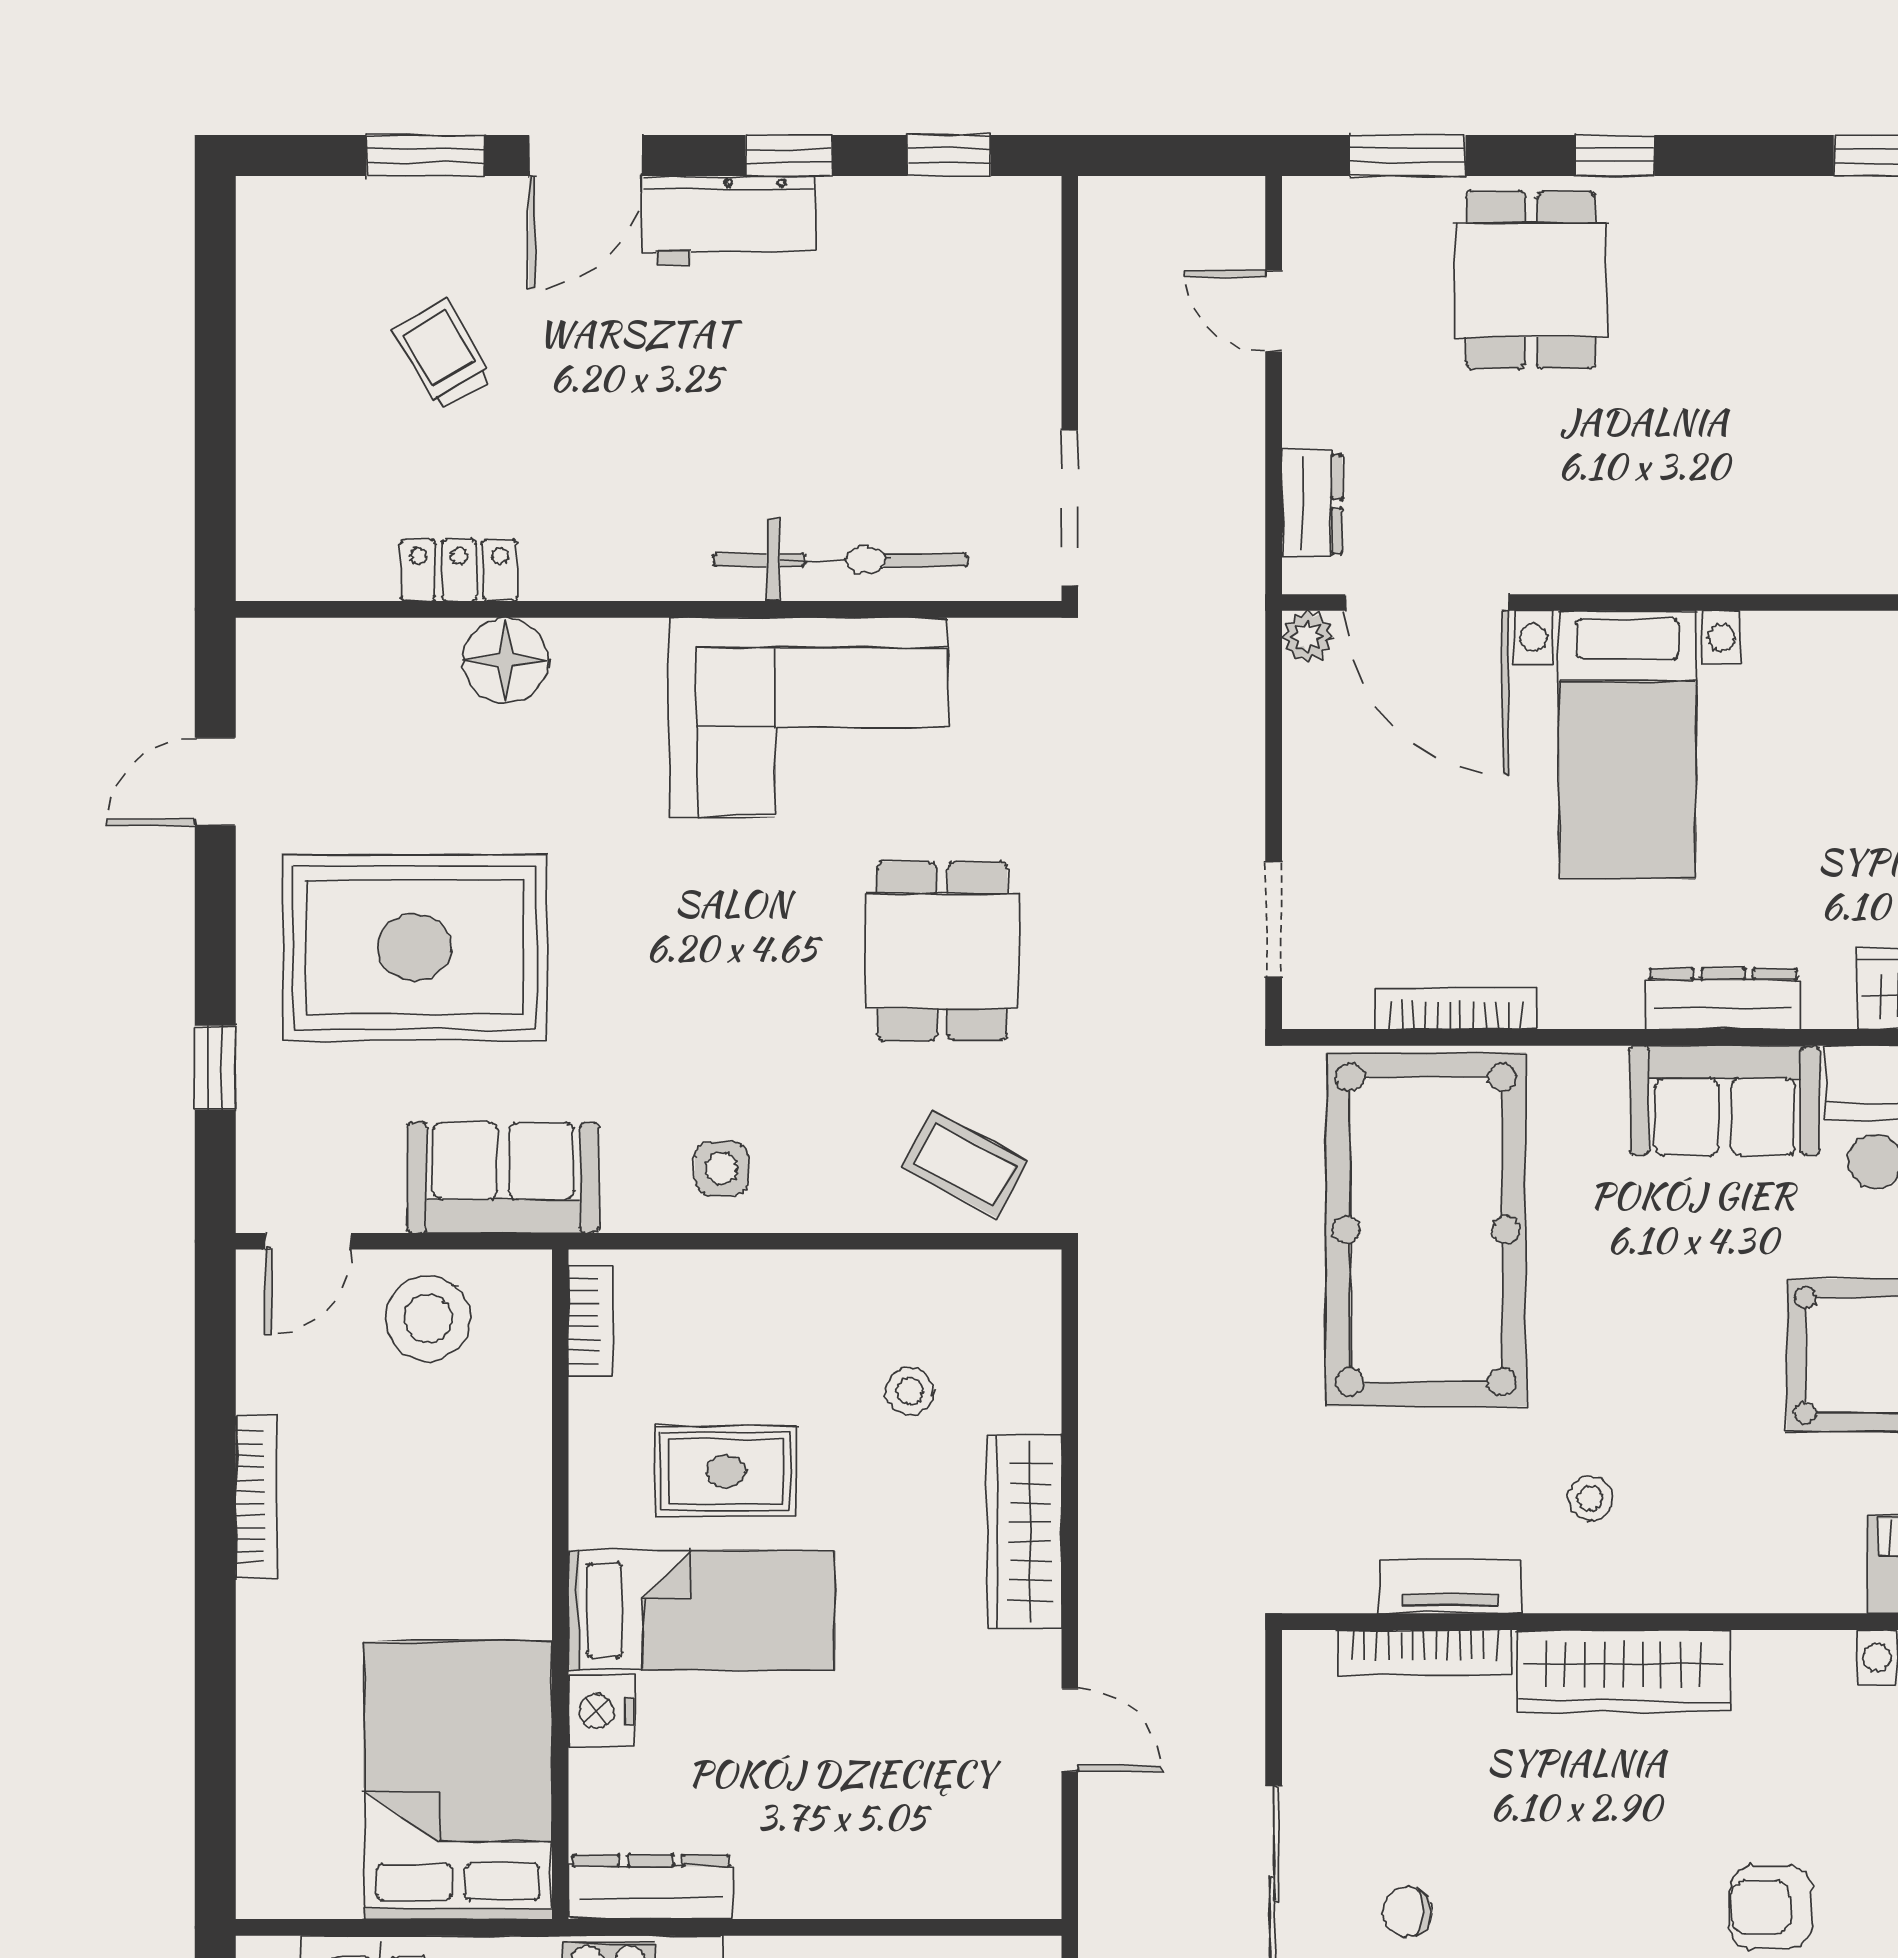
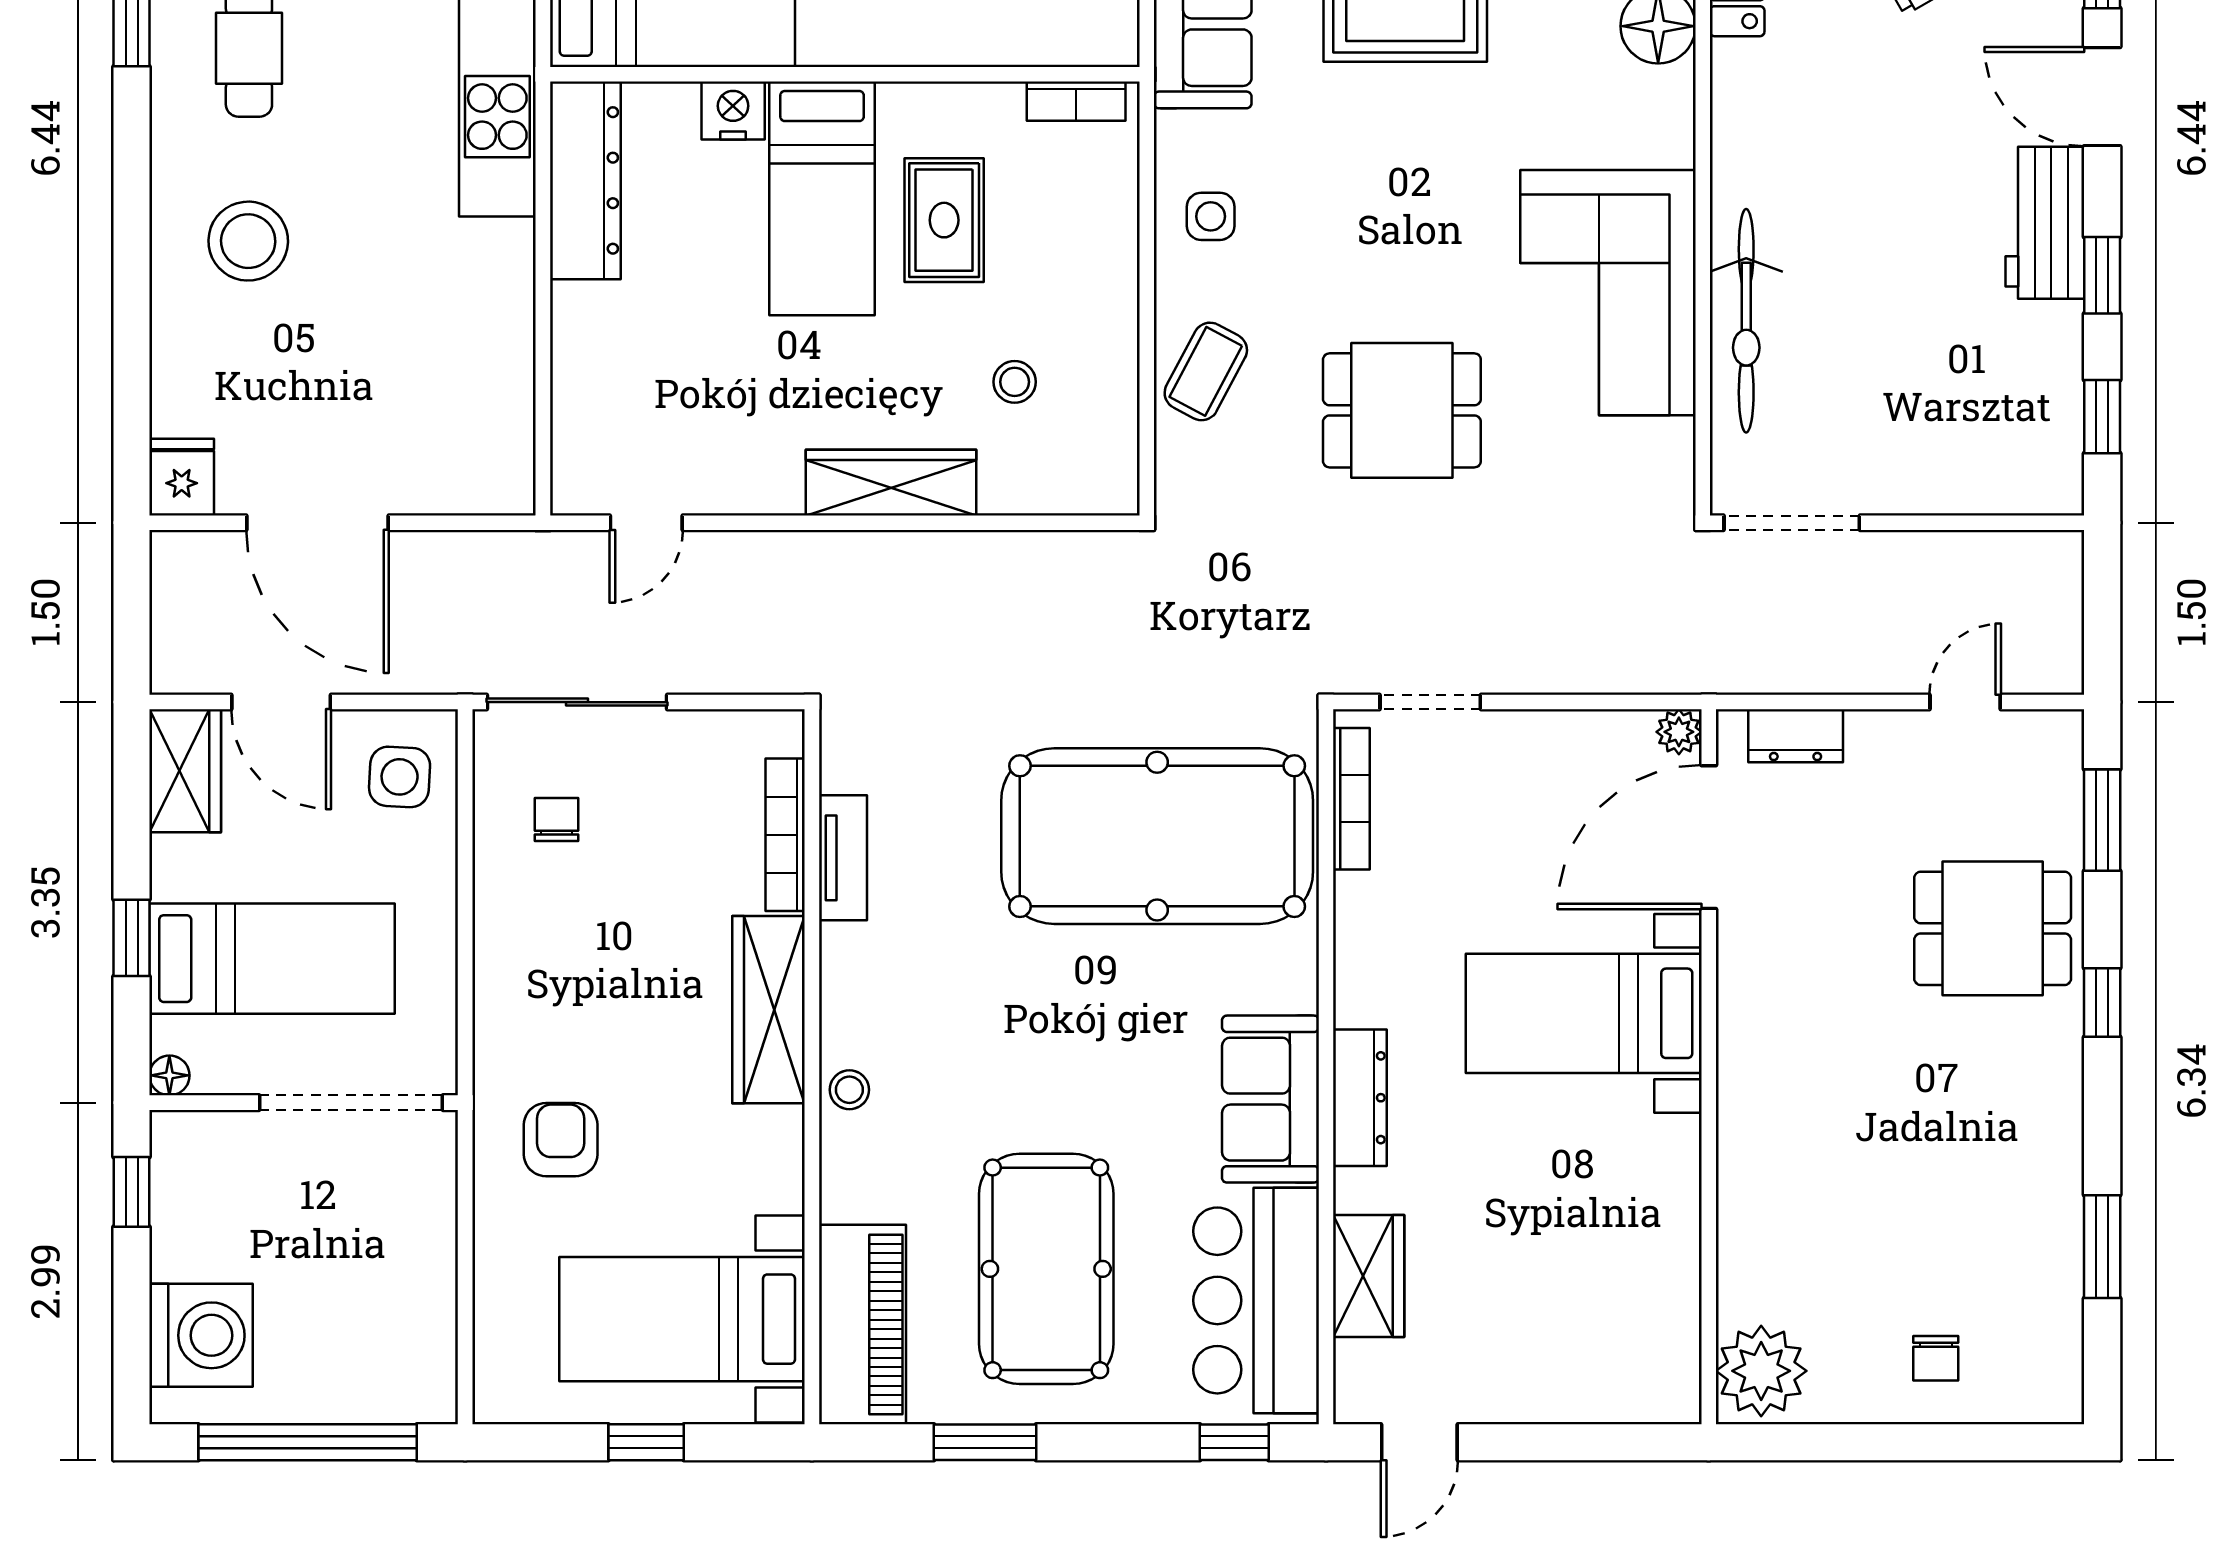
bookcase: (1456, 1009) -> (1351, 799), moved
coffee table: (964, 1164) -> (1206, 371), moved
stool: (1590, 1498) -> (849, 1090), moved
door: (1070, 1730) -> (646, 523), moved
dresser: (651, 1887) -> (585, 180), width x1.37, depth x1.24

